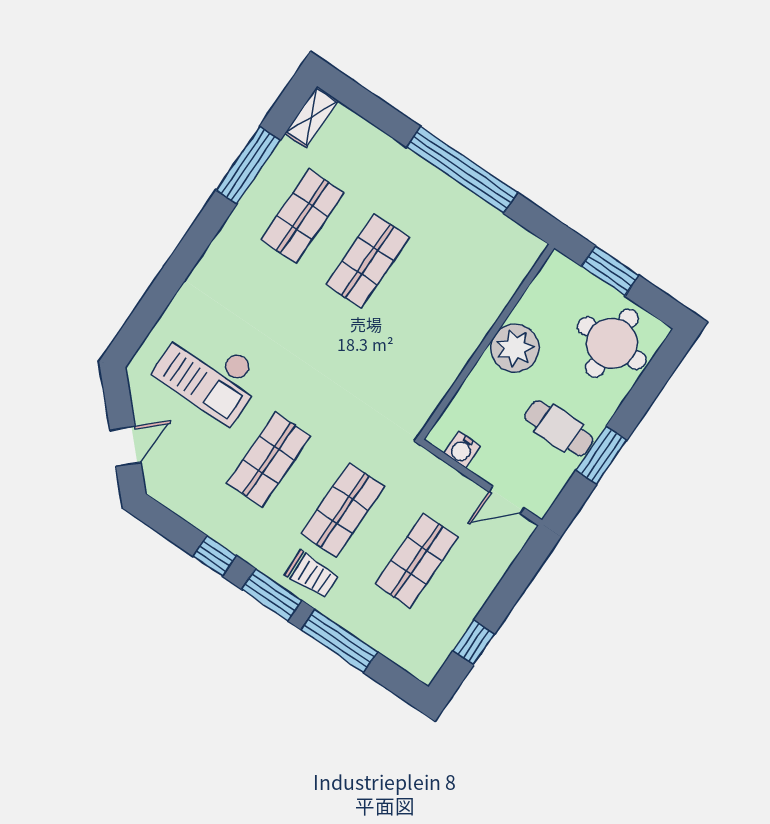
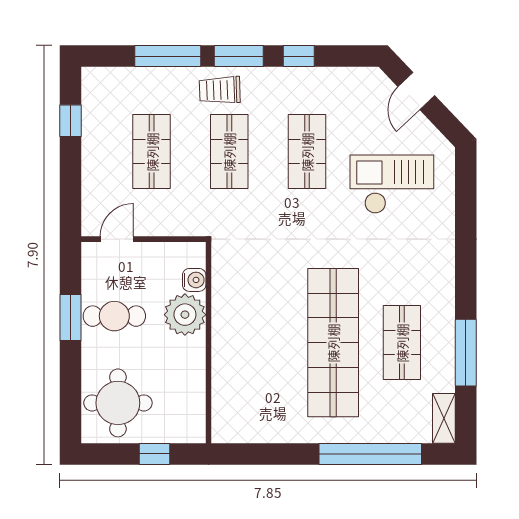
window: (462, 170) -> (370, 454), moved
shop shelf: (368, 261) -> (333, 343), width x2.00, depth x1.36
window: (610, 271) -> (155, 454), width x0.67
plant: (515, 348) -> (185, 315), moved
water cooler: (462, 450) -> (194, 280), moved, turned 90

